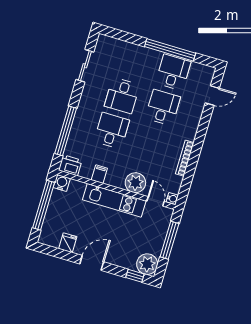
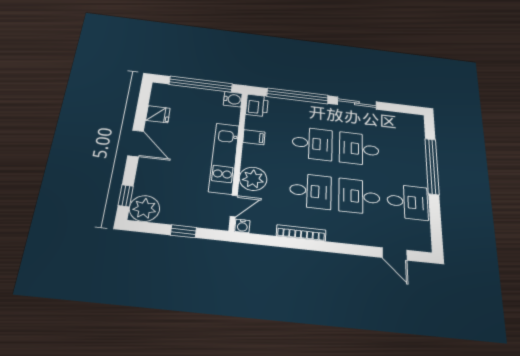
window: (170, 50) -> (432, 166), moved
sliding door: (85, 66) -> (357, 103), moved
desk: (163, 108) -> (359, 196), turned 180
desk: (152, 143) -> (310, 191), added
window: (169, 240) -> (183, 231), width x0.46

